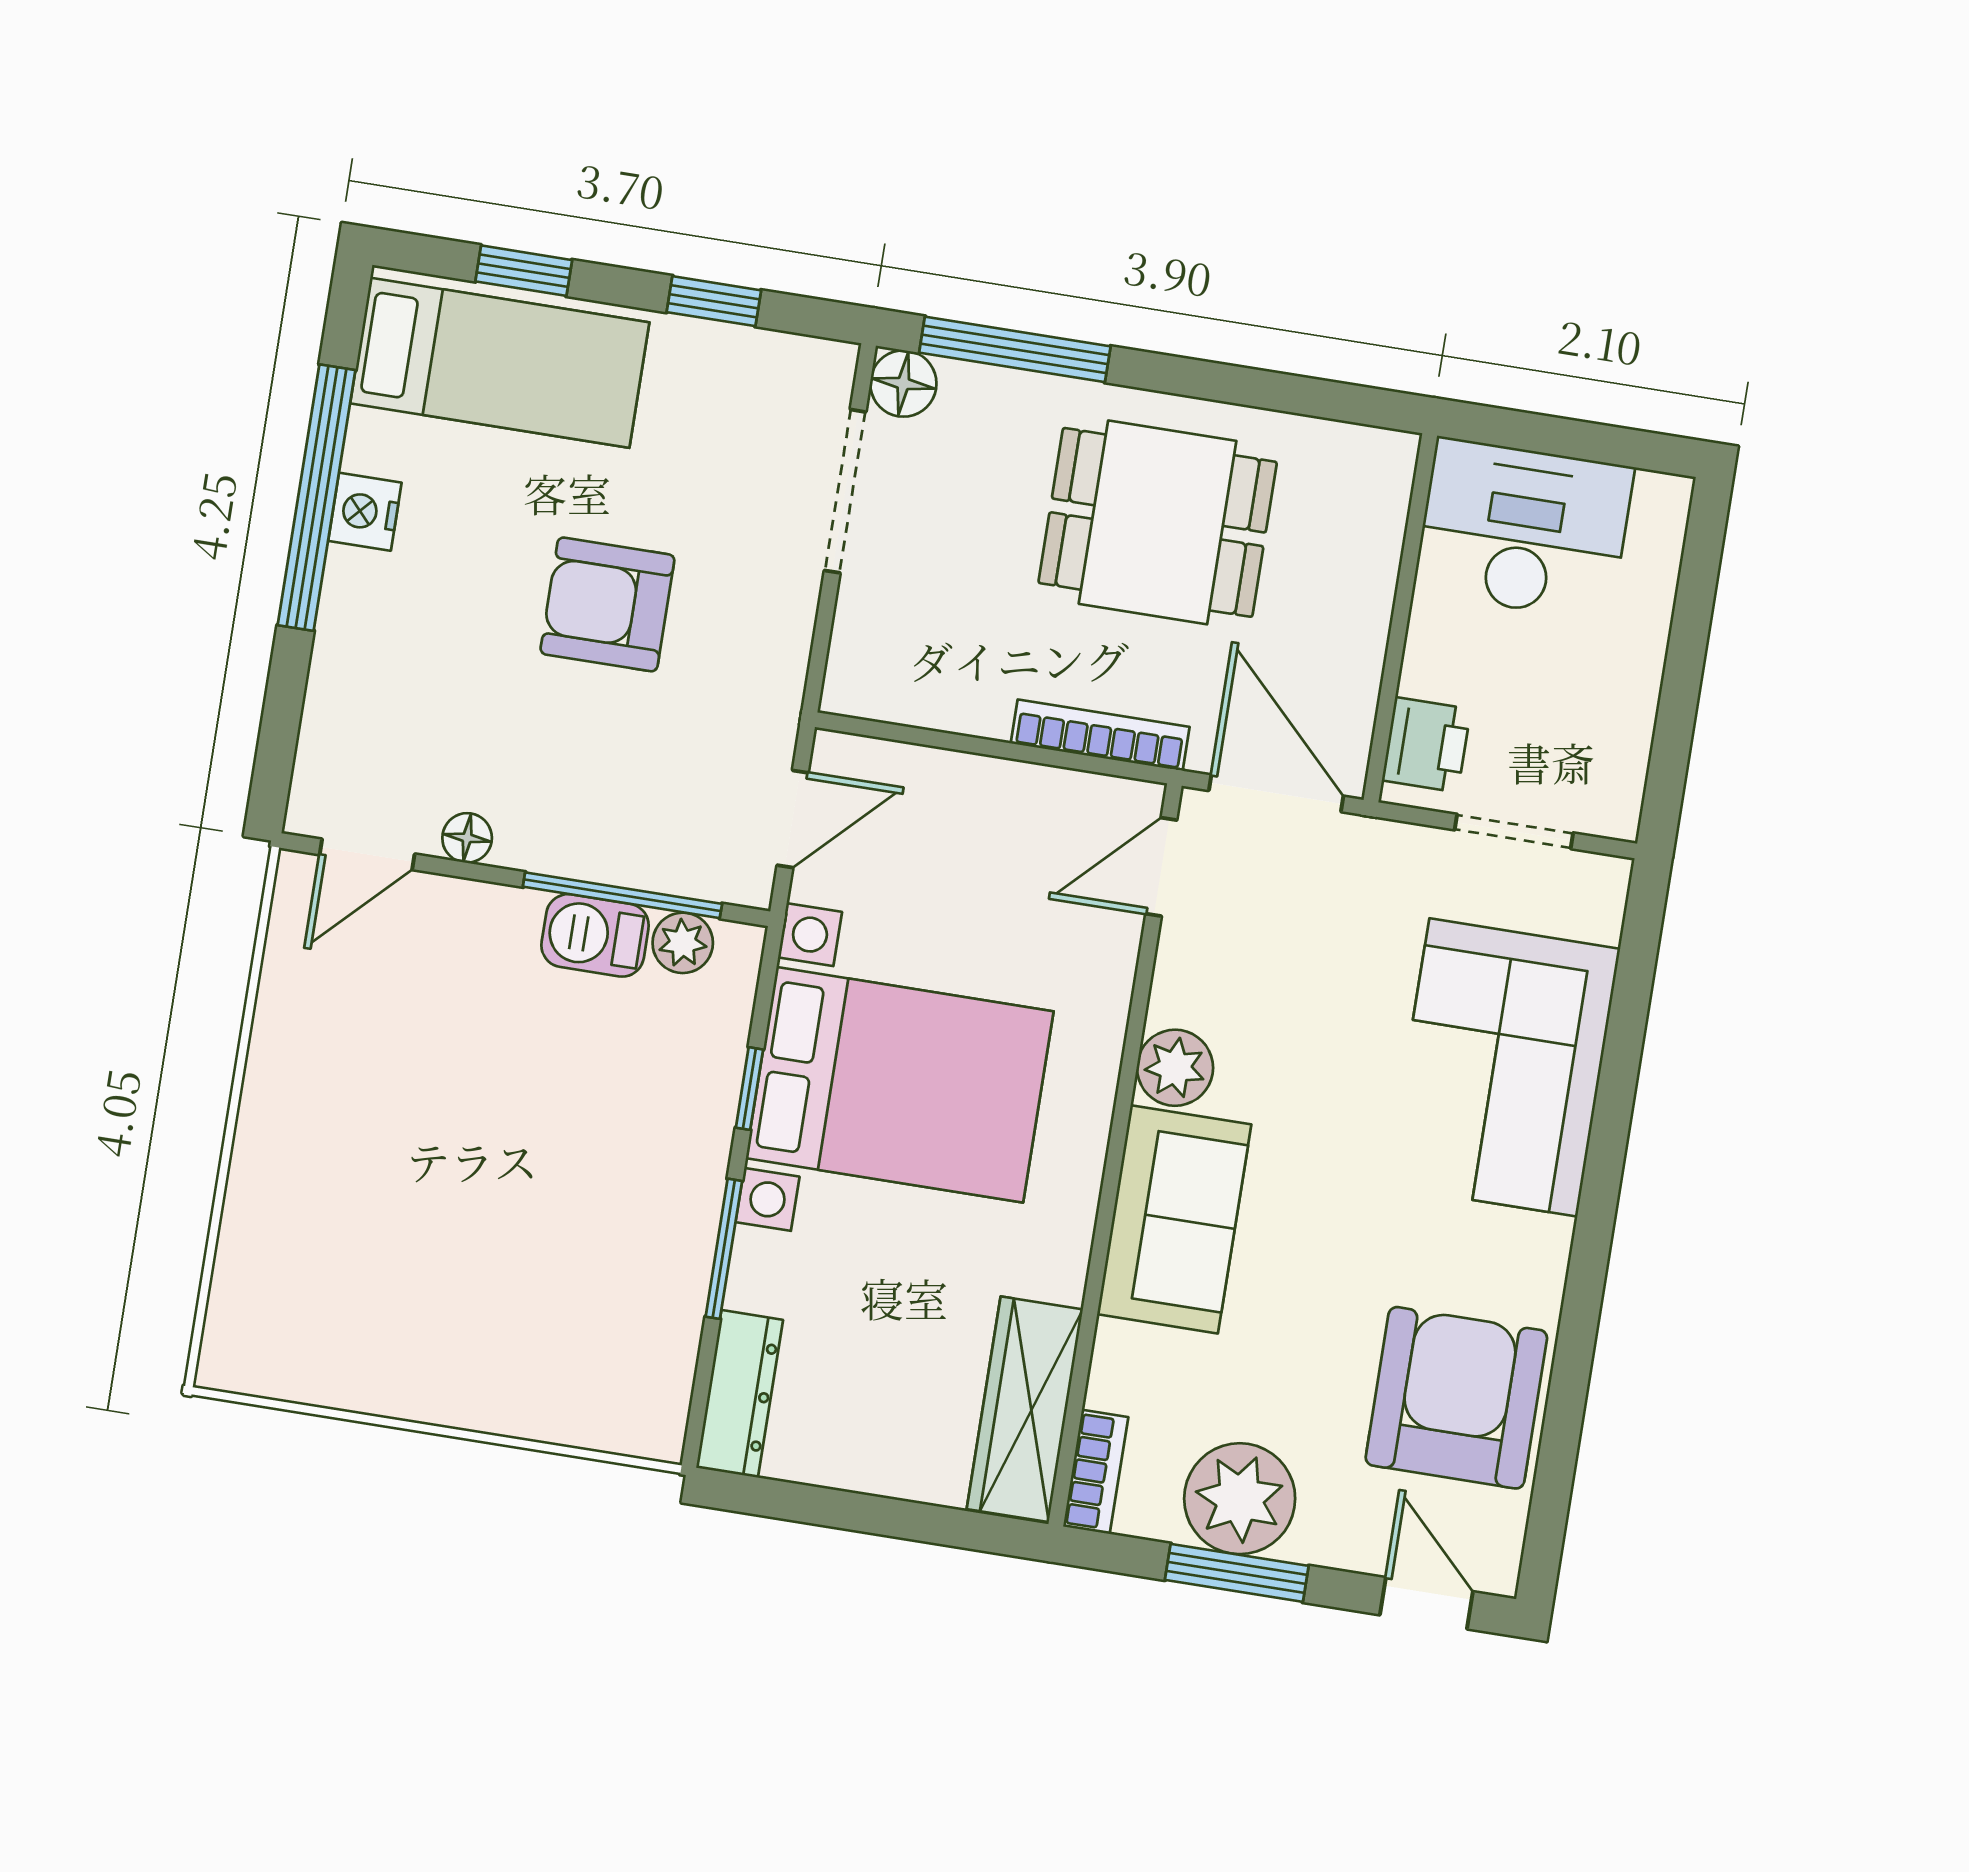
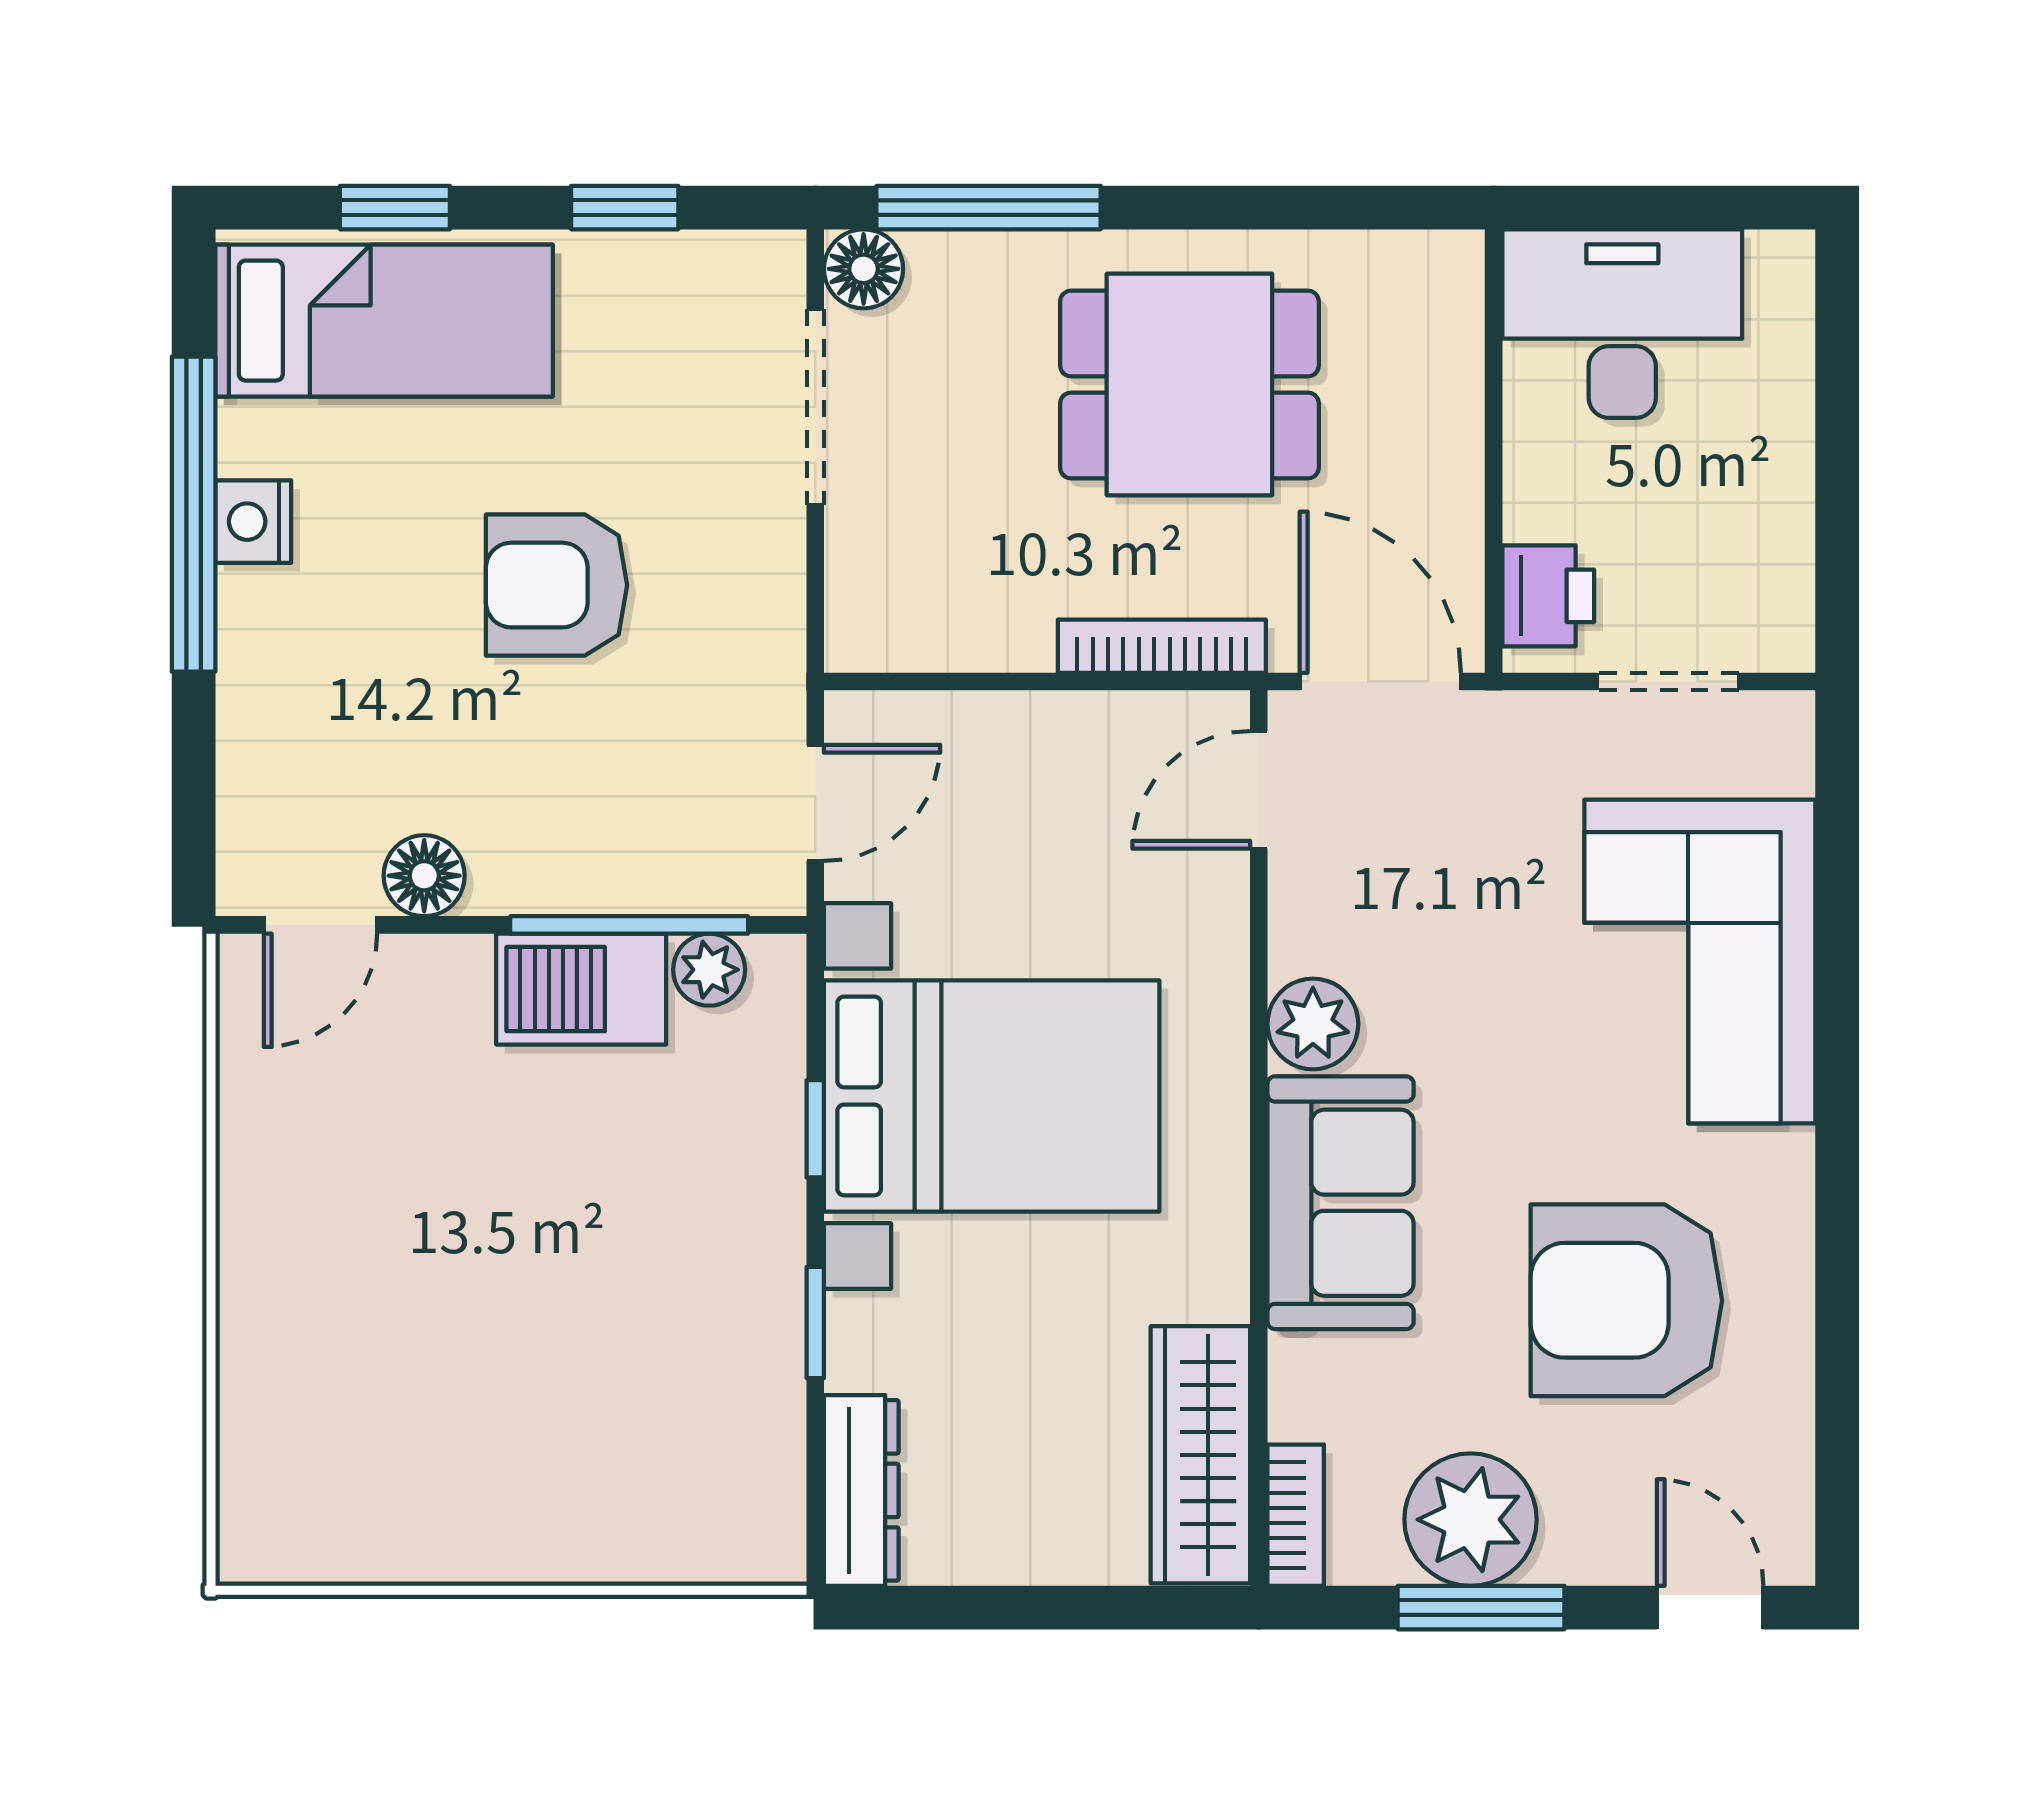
floor lamp: (467, 838) -> (424, 876), width x1.37, depth x1.37
barbecue: (595, 935) -> (581, 989), width x1.38, depth x1.27
window: (724, 1249) -> (815, 1323), width x0.67
armchair: (1456, 1398) -> (1626, 1300), moved, turned -90

